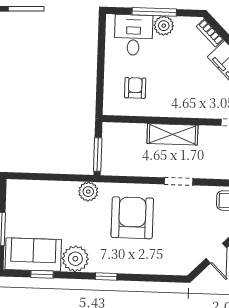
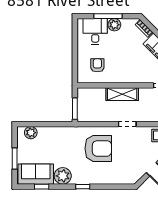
plant: (88, 192) -> (31, 133), moved
armchair: (132, 218) -> (98, 148), turned 90

